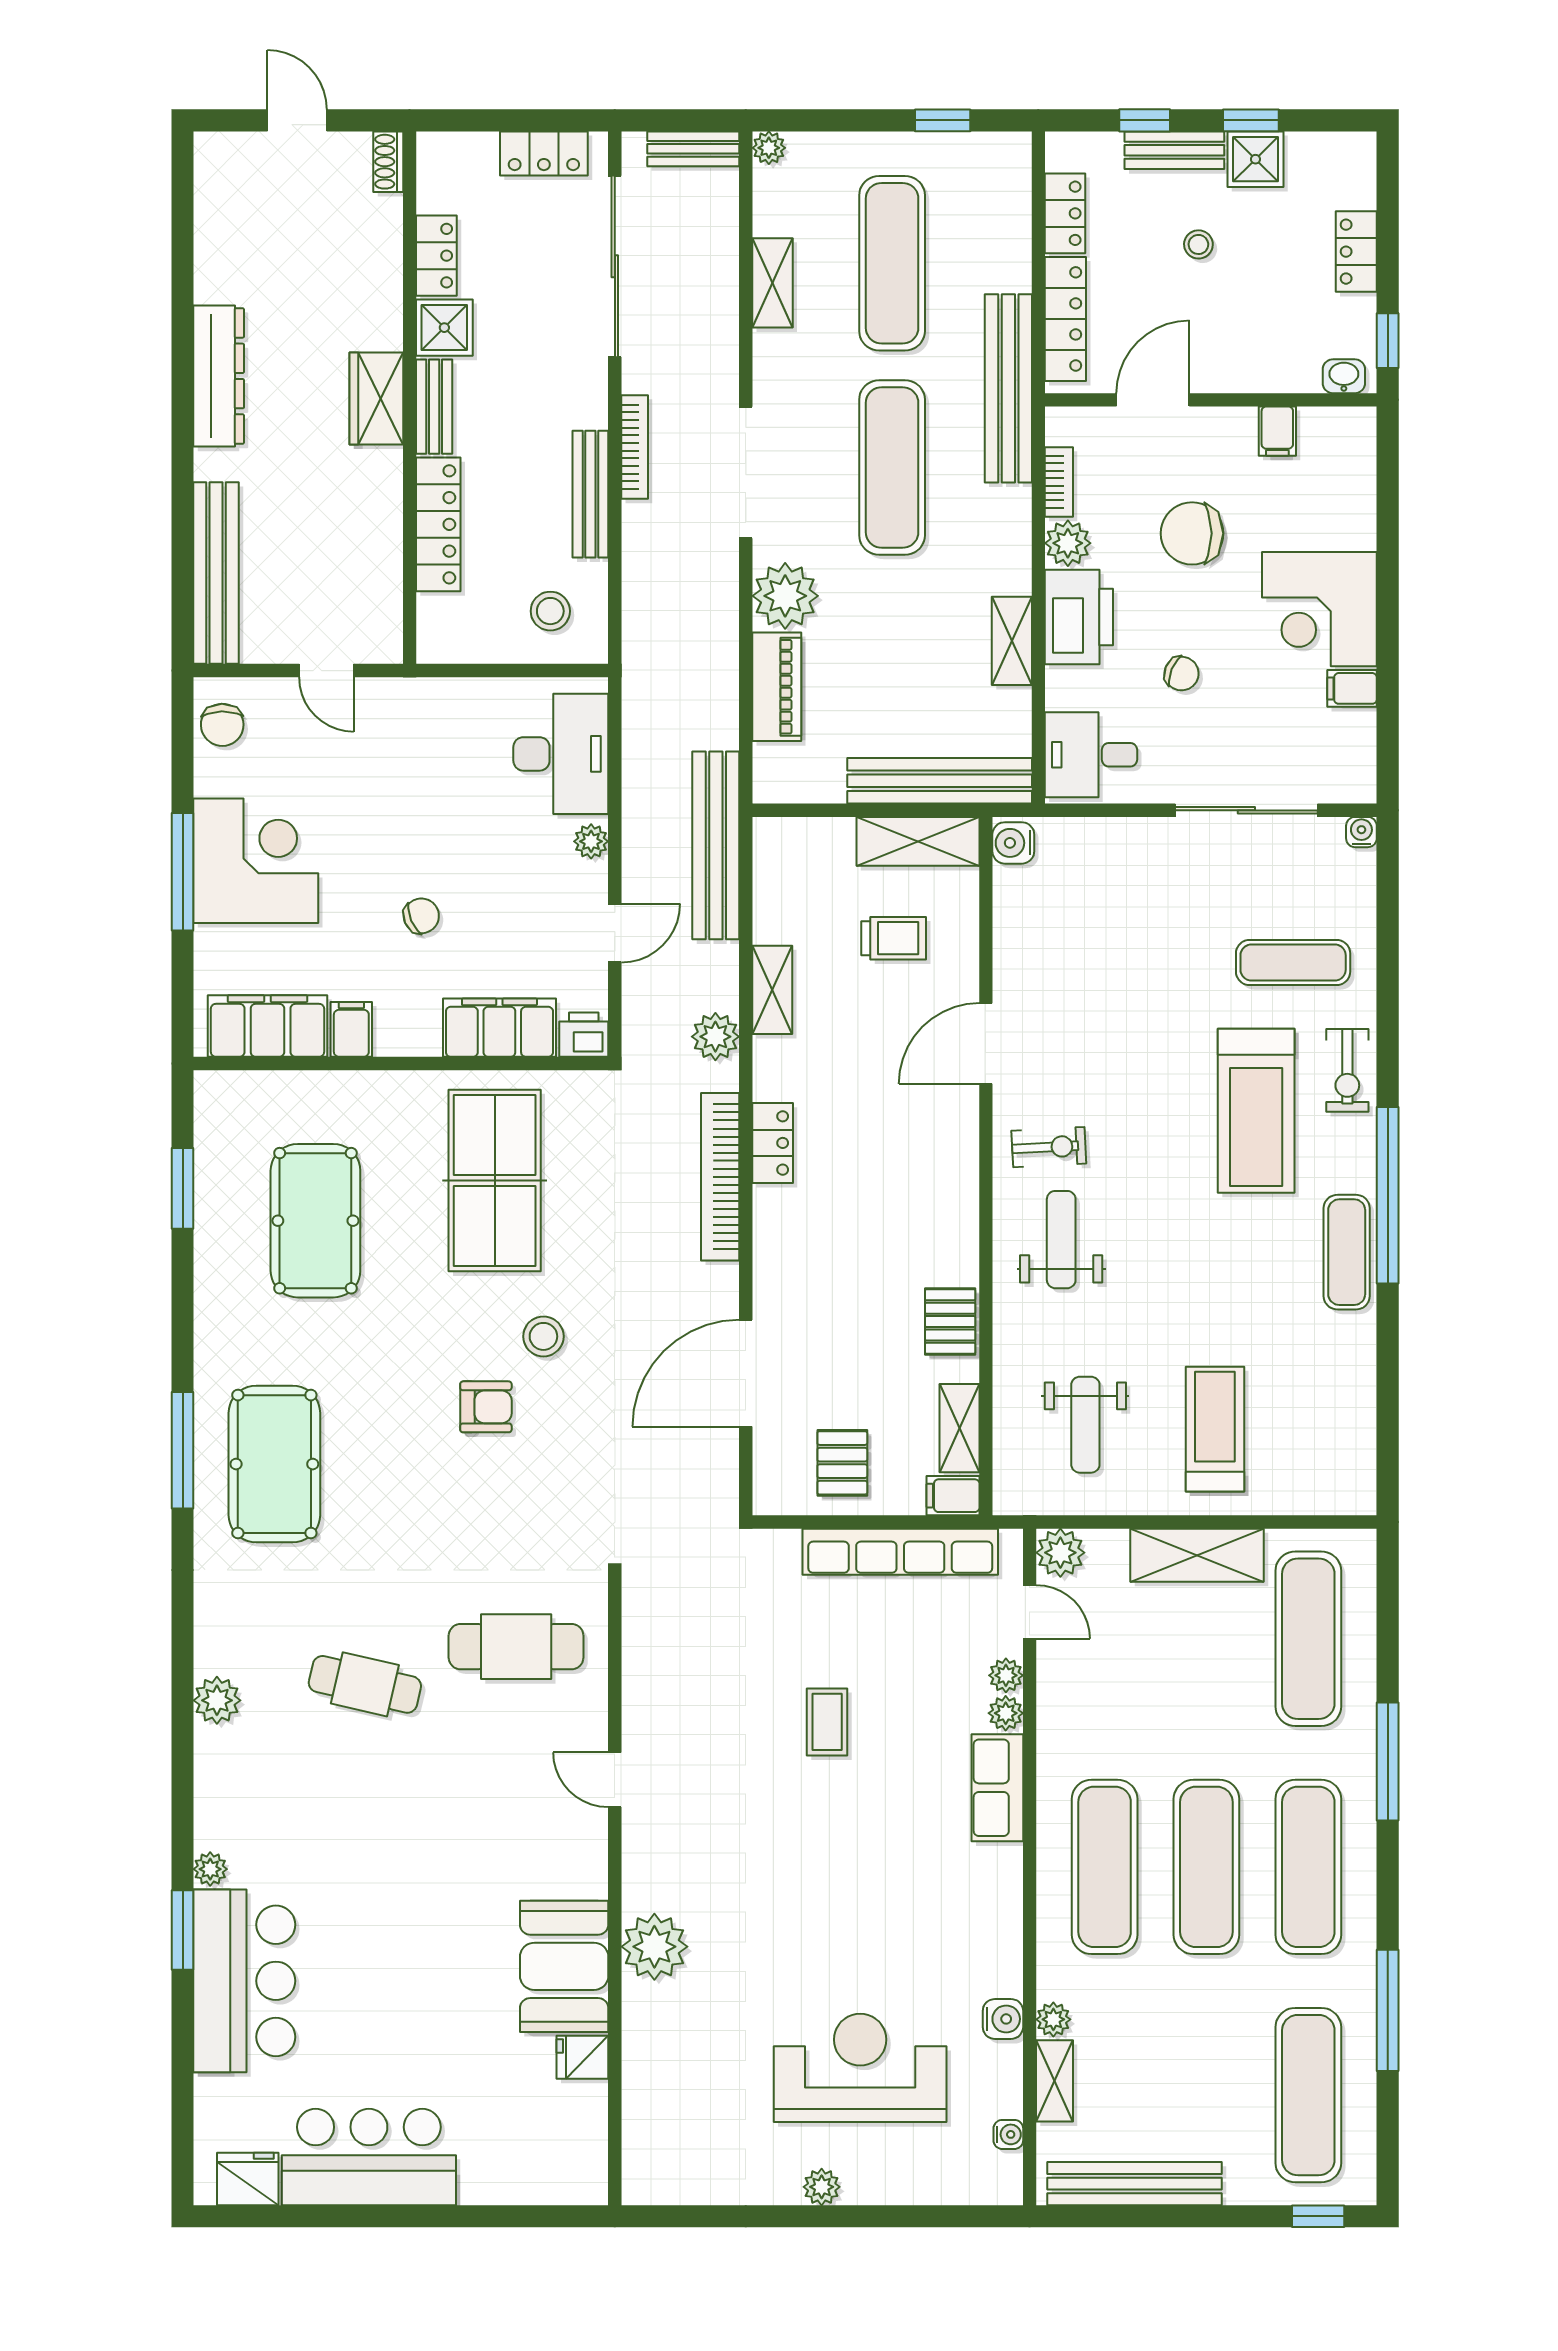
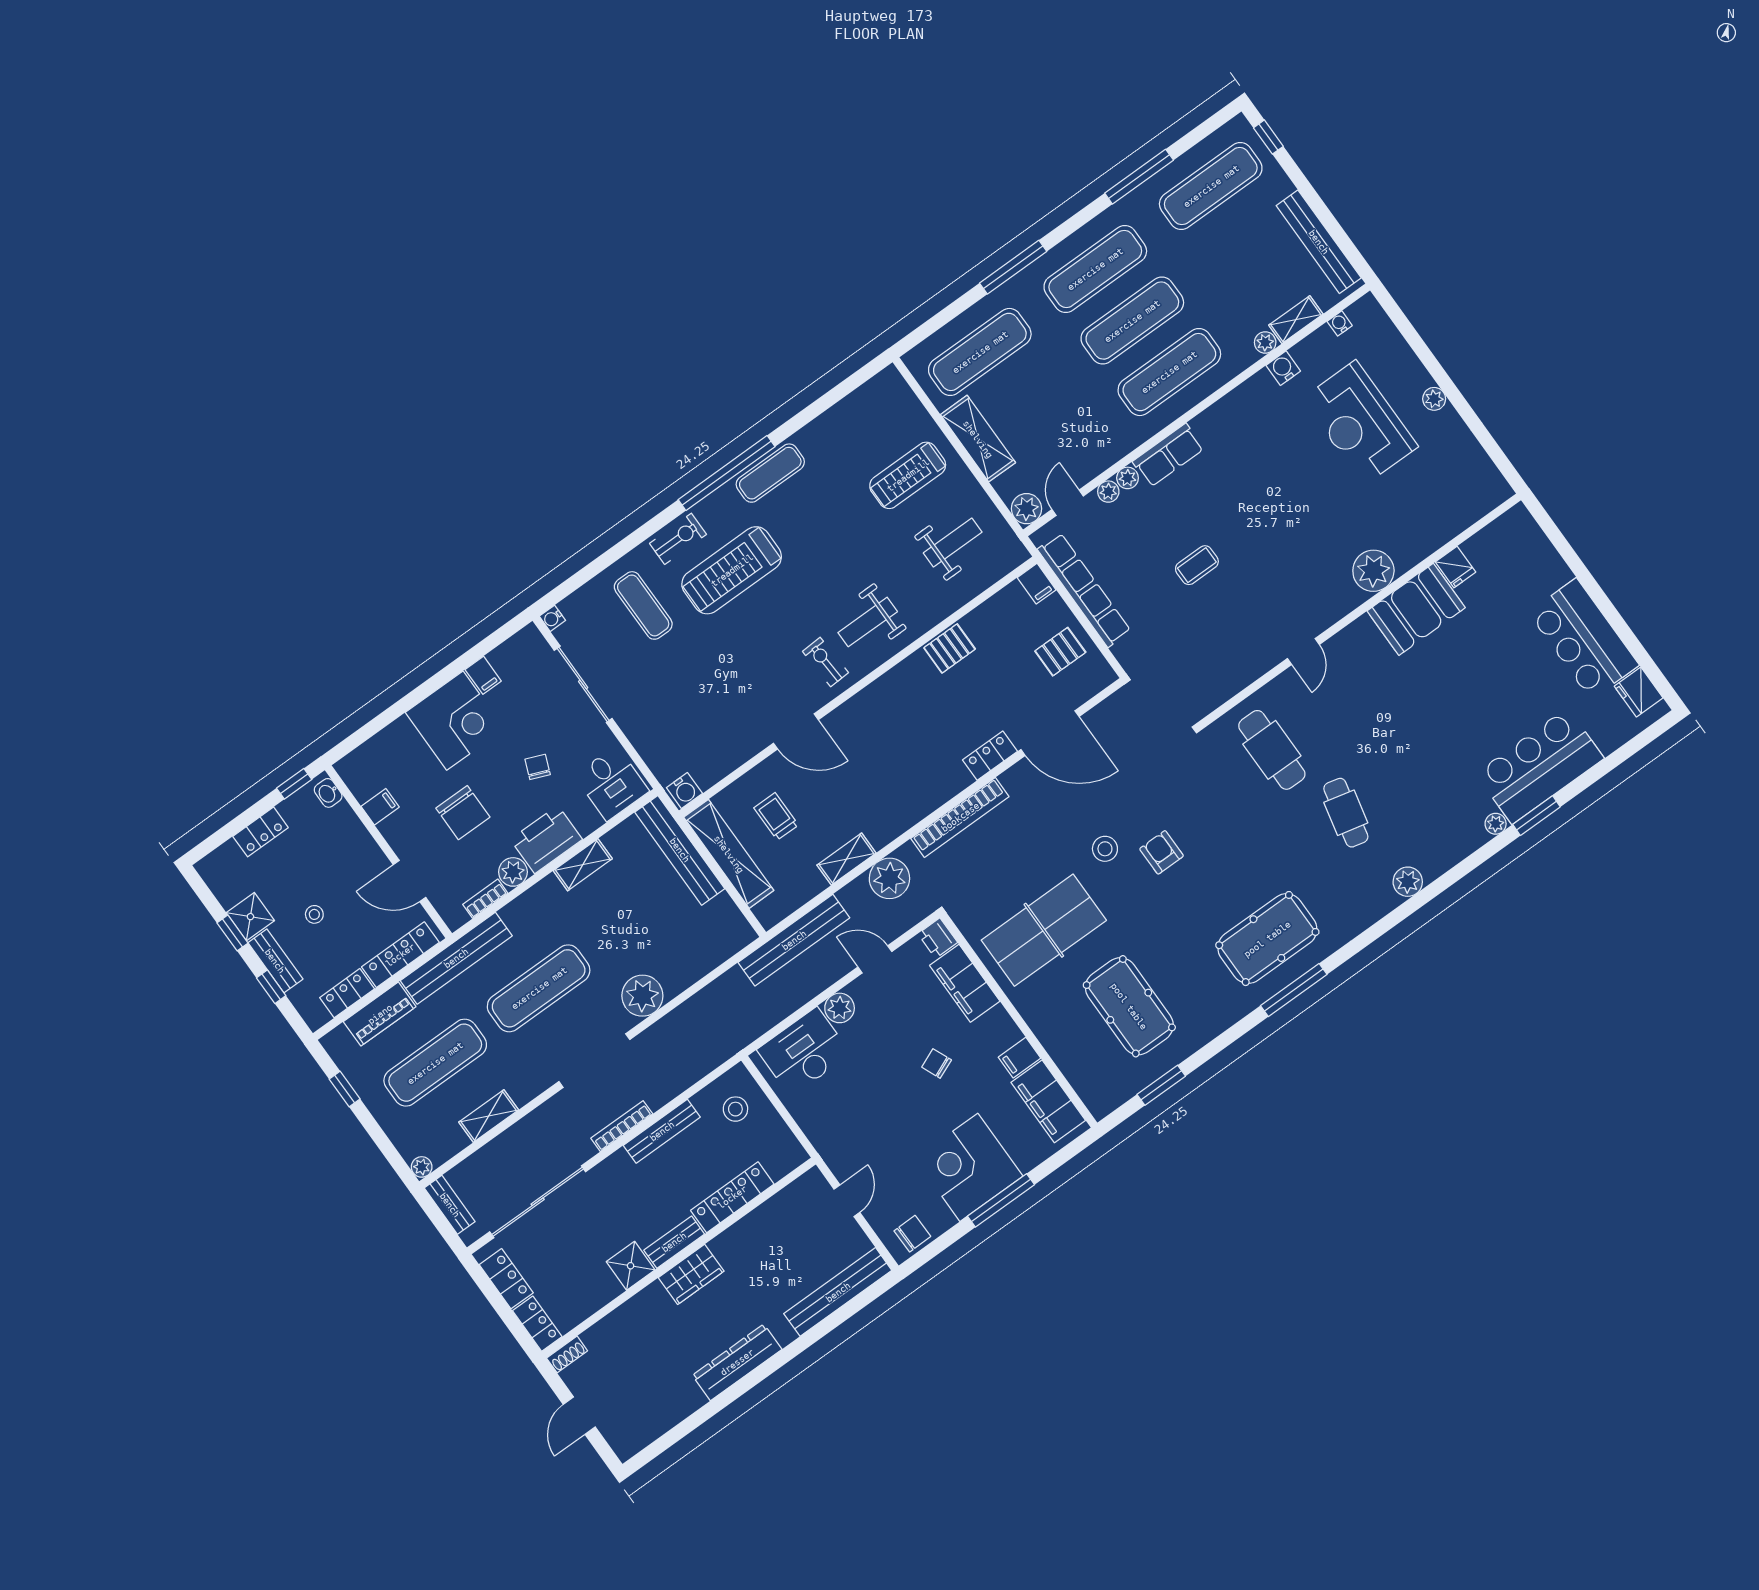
locker: (436, 256) -> (537, 1324), moved, turned 90
piano: (777, 687) -> (380, 1014), moved, turned 180
plant: (591, 841) -> (840, 1008), width x1.38, depth x1.38
shelving: (918, 841) -> (729, 854), width x1.47
plant: (715, 1037) -> (889, 878), width x1.36, depth x1.36
treadmill: (1256, 1111) -> (732, 570), turned 180
locker: (773, 1143) -> (990, 756), moved
pool table: (315, 1221) -> (1129, 1006), turned 90
shelving: (959, 1428) -> (1000, 605), removed

